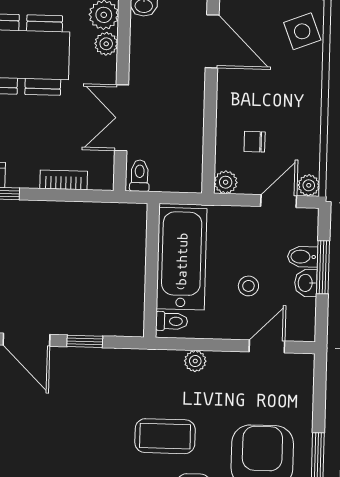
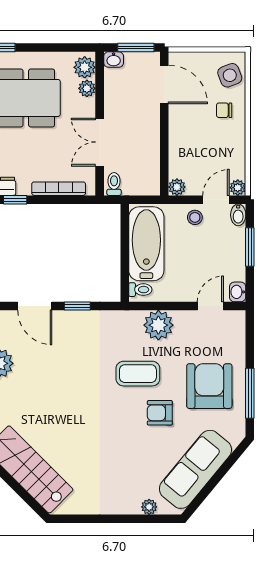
chair: (255, 142) -> (224, 110), moved
bookcase: (64, 180) -> (59, 189), width x1.56
bidet: (303, 257) -> (238, 215), moved, turned -90
washbasin: (306, 283) -> (238, 292), moved
stool: (248, 286) -> (195, 217), moved
plant: (195, 361) -> (158, 325), width x1.88, depth x1.88

